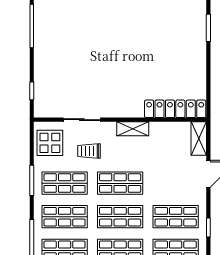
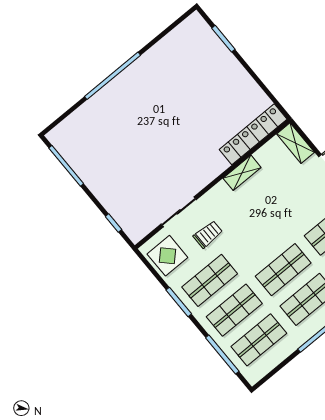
shelving: (133, 129) -> (242, 173), moved
trolley: (89, 151) -> (208, 234), turned 180
shop shelf: (120, 183) -> (259, 240), removed

